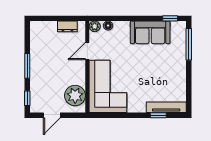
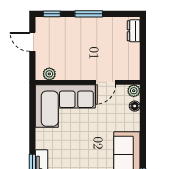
dresser: (67, 26) -> (134, 31), moved
door: (87, 51) -> (106, 82), swing flipped
plant: (75, 96) -> (49, 74), width x0.53, depth x0.53

